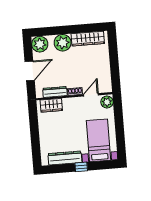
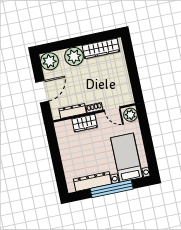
door: (91, 95) -> (112, 109), swing flipped
wardrobe: (51, 105) -> (85, 123), moved
window: (81, 167) -> (112, 189), width x3.17

